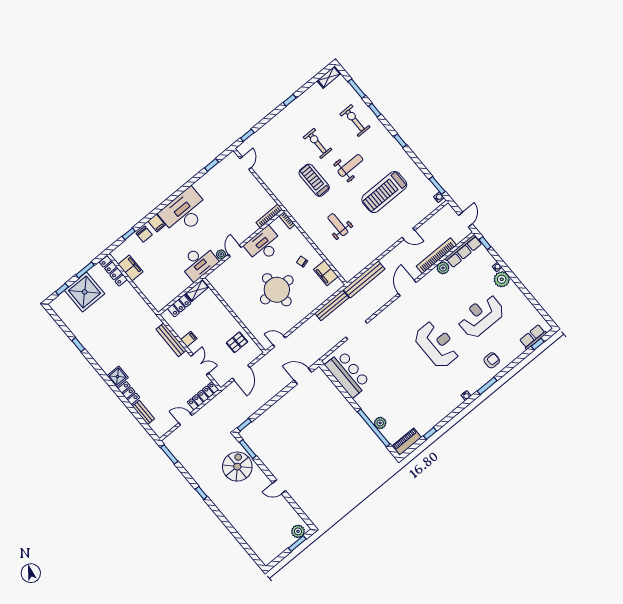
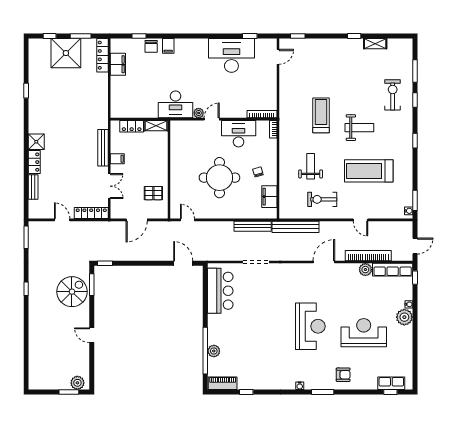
shelving: (329, 77) -> (375, 44), moved
exercise bike: (317, 143) -> (322, 199), moved, turned -90
desk: (184, 212) -> (231, 55), moved

